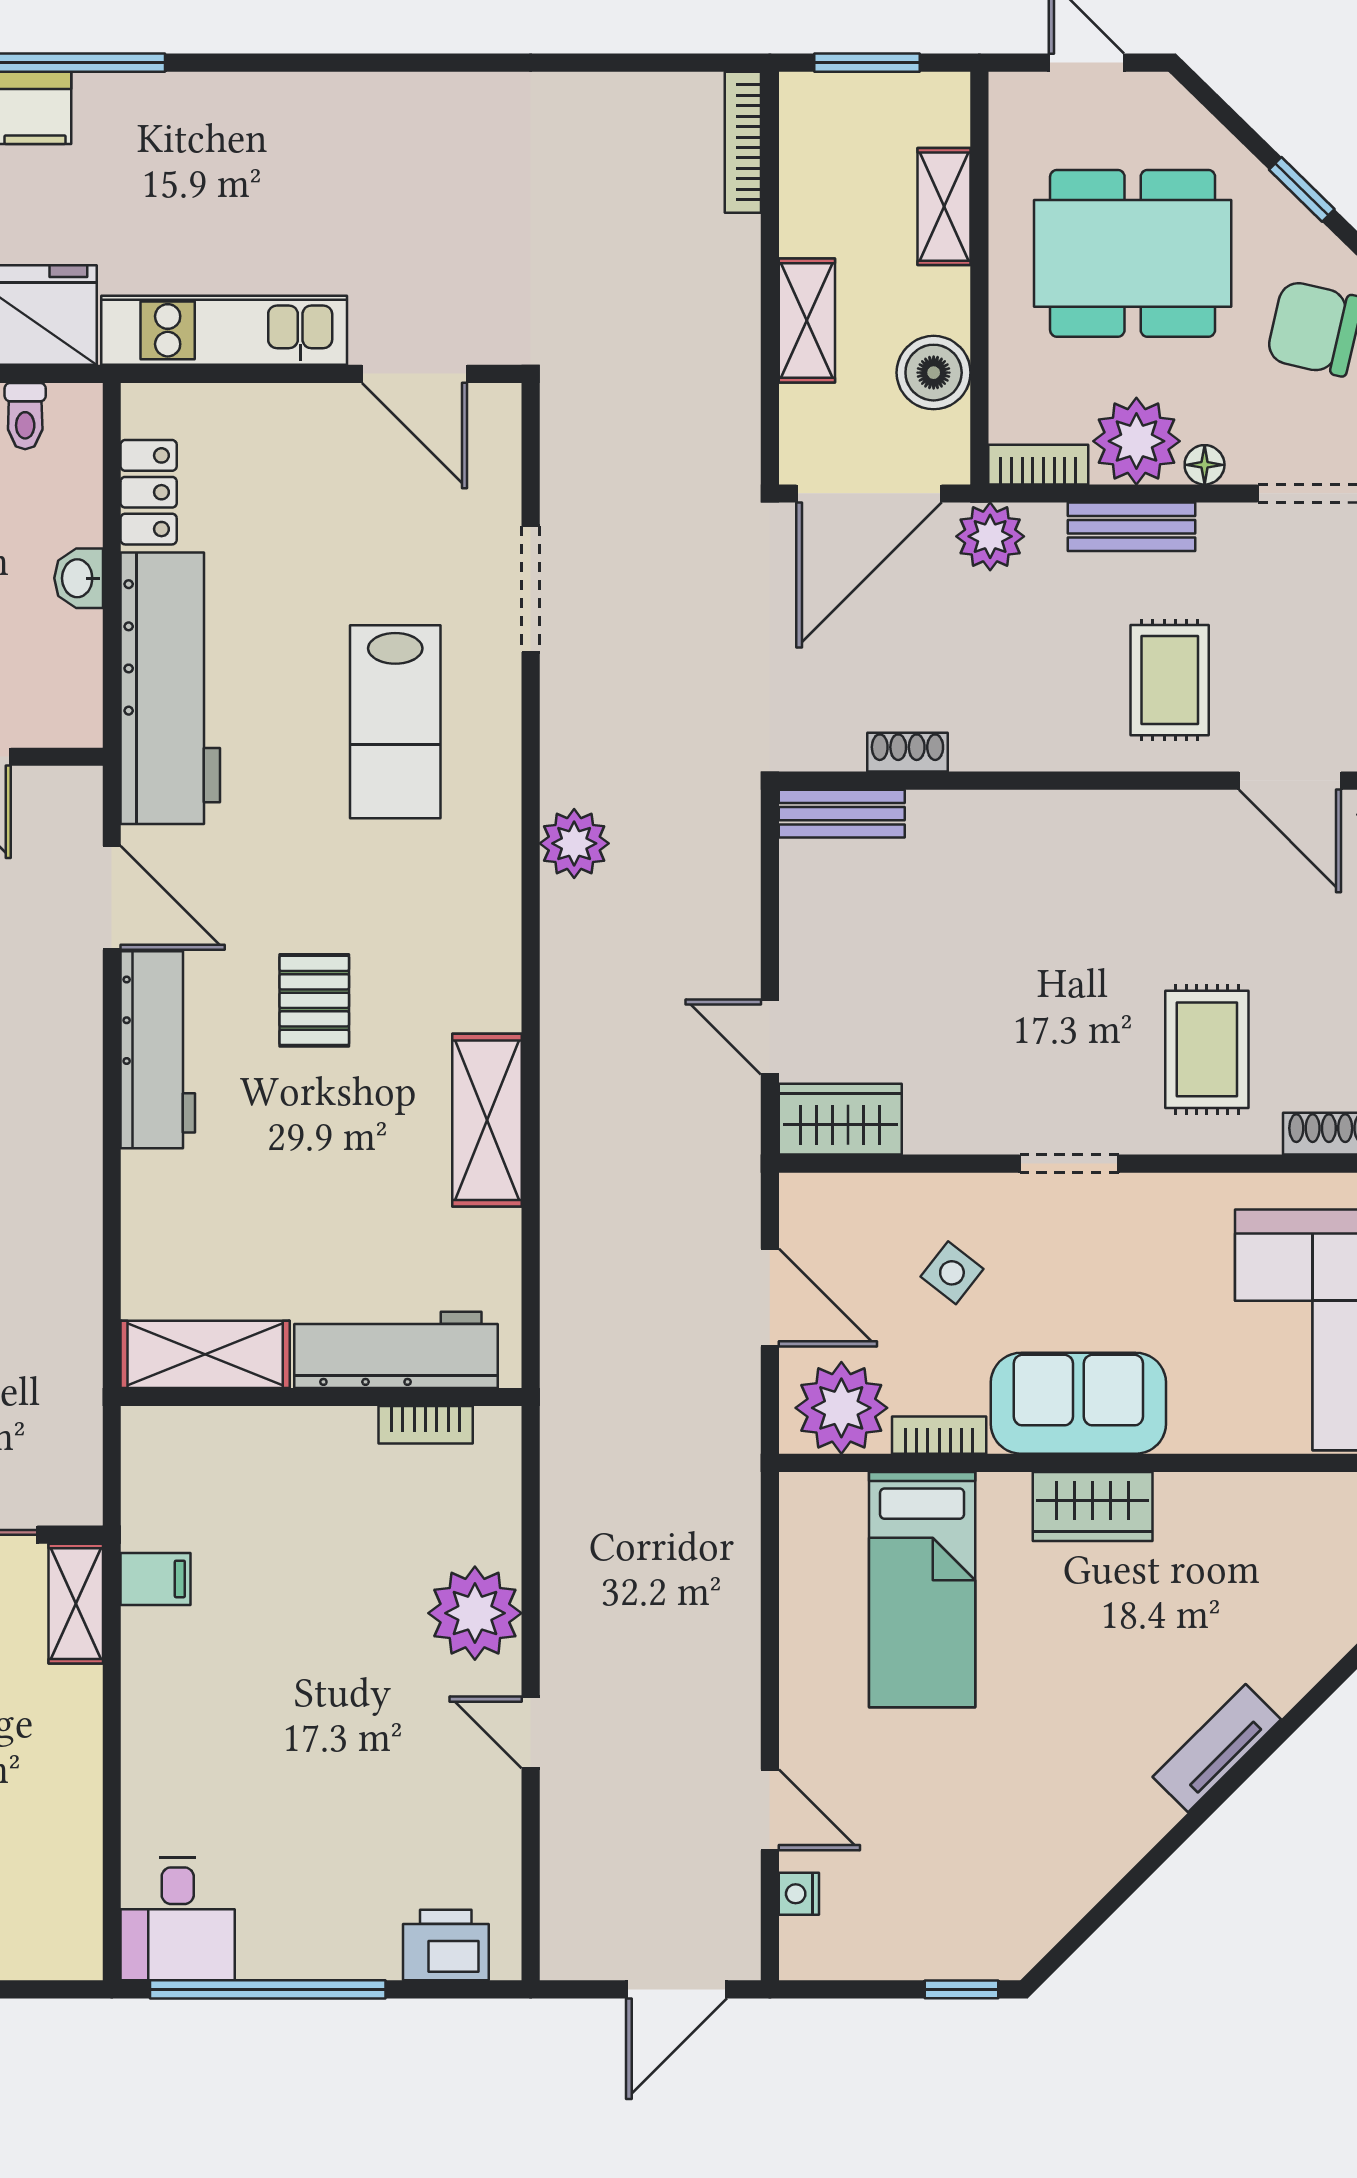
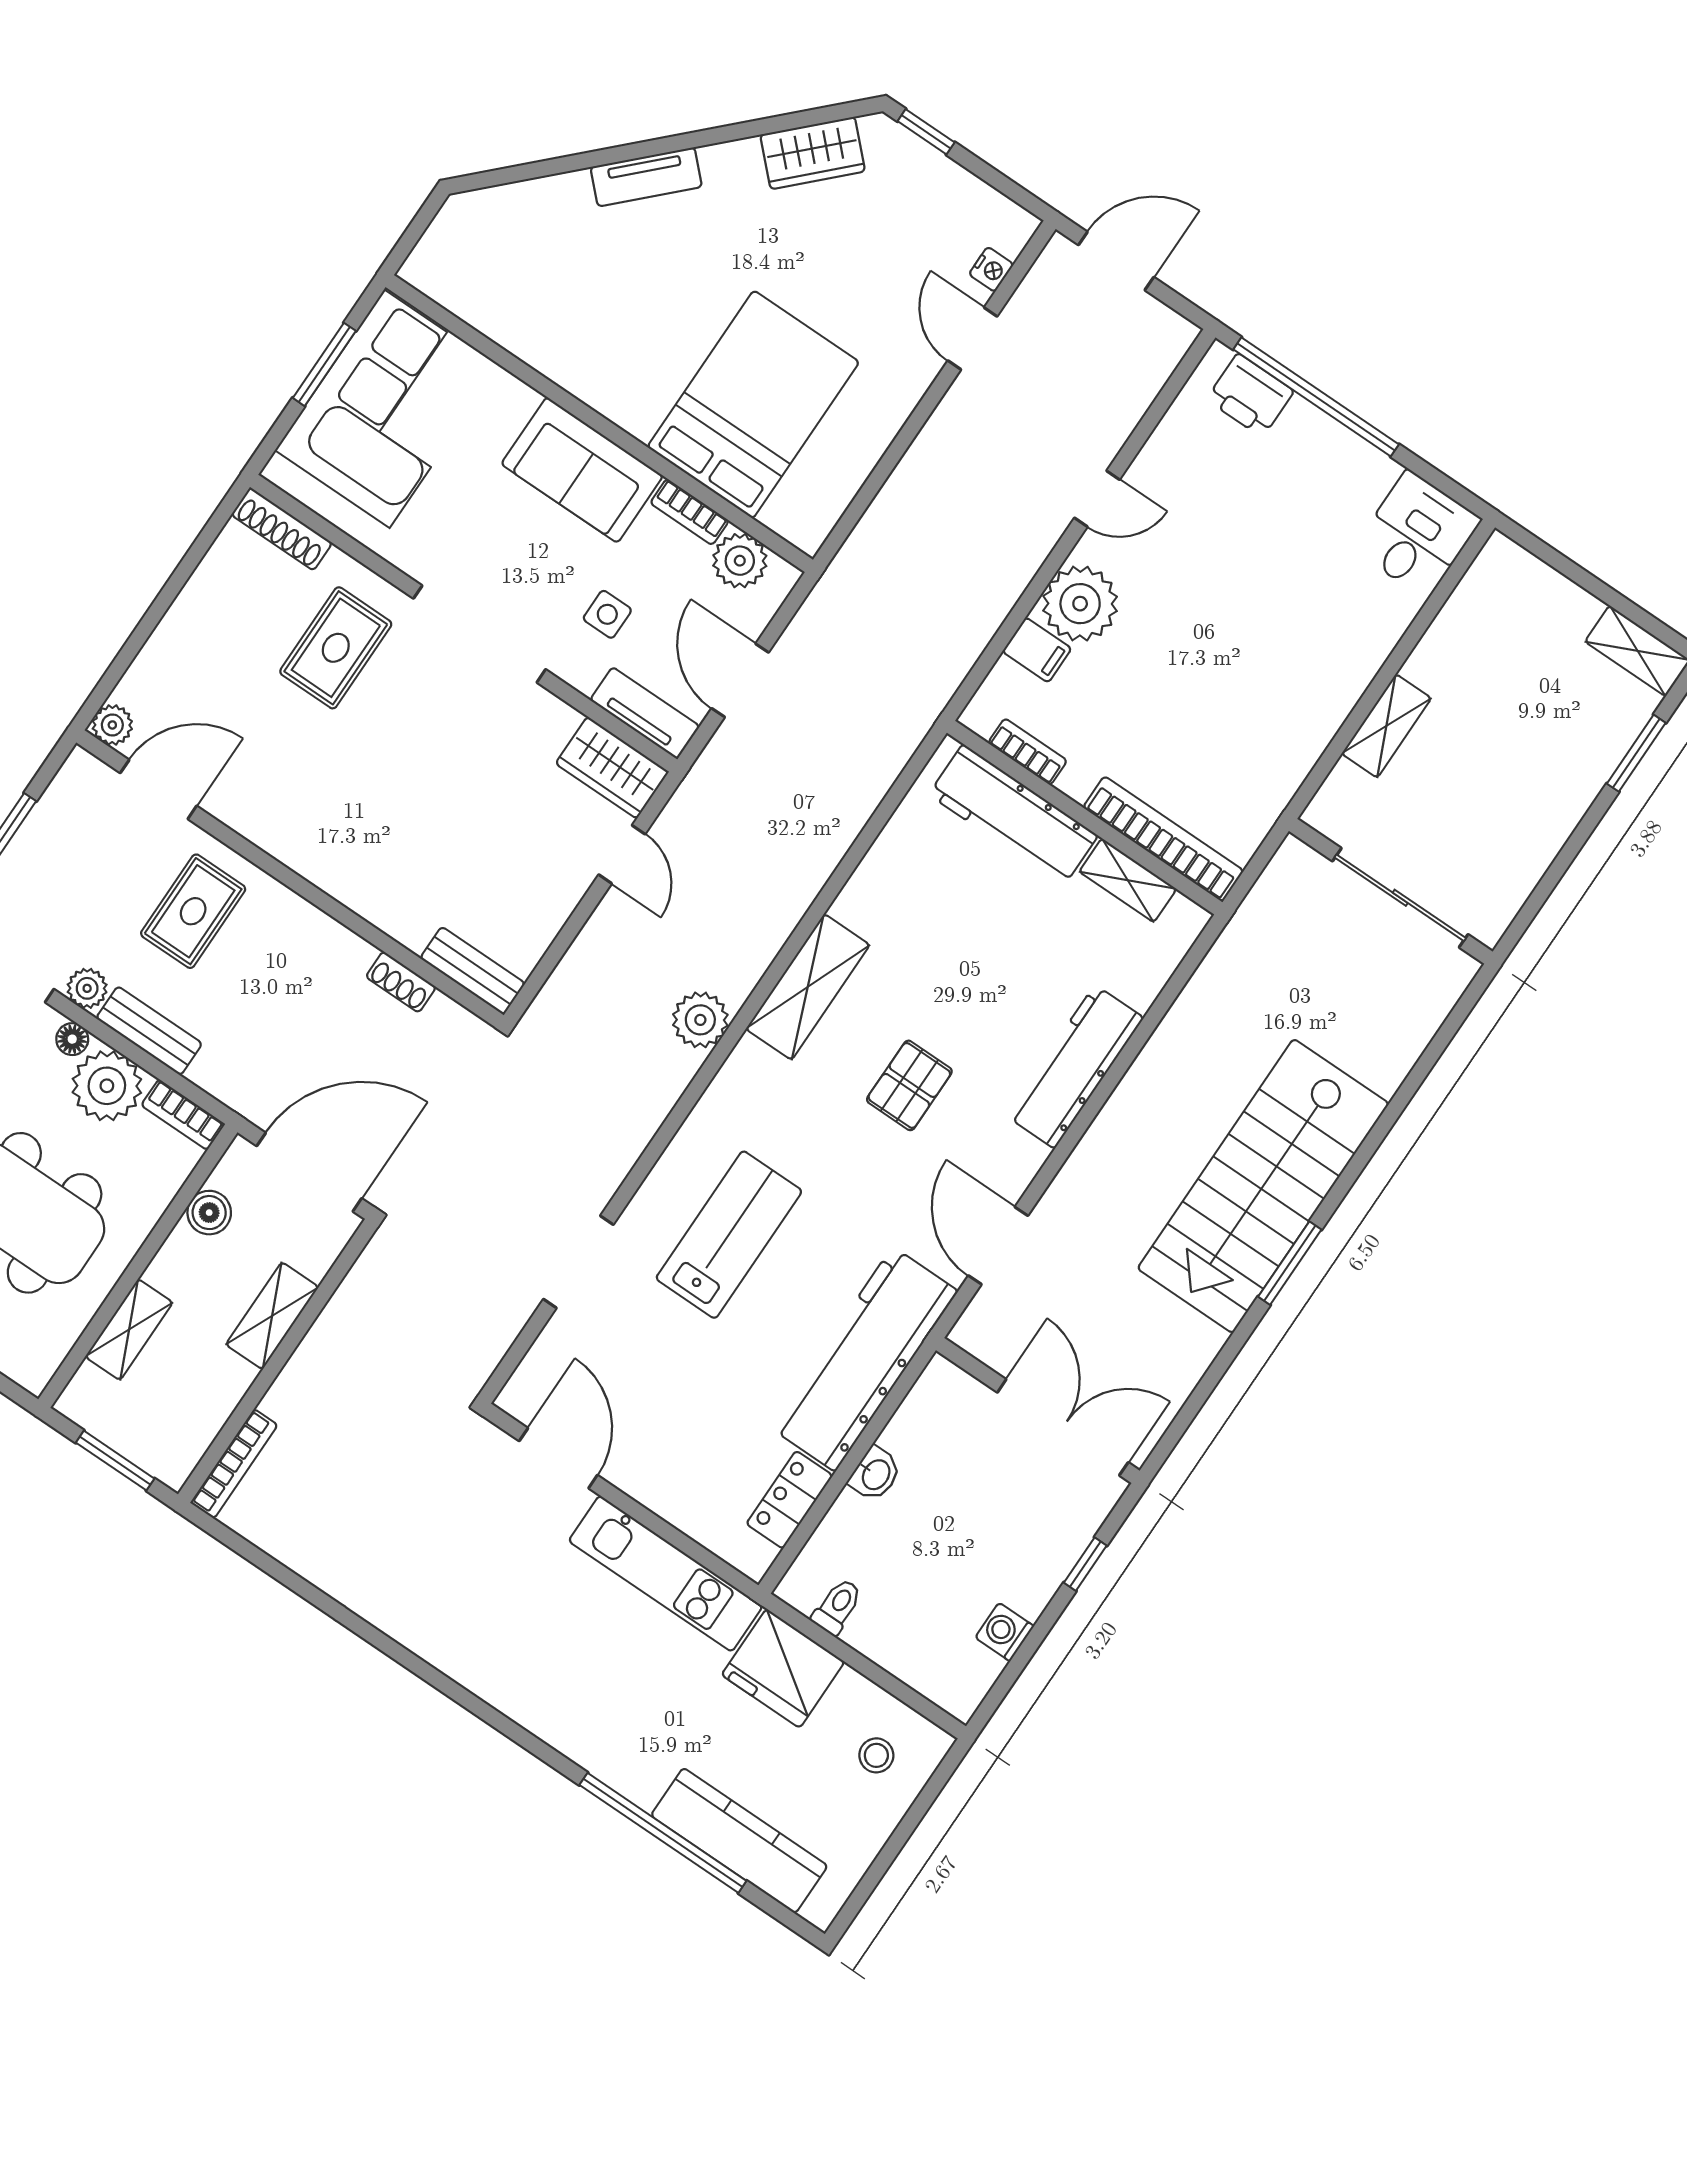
boiler: (934, 373) -> (209, 1213), width x0.73, depth x0.73
plant: (990, 536) -> (87, 988), moved, width x0.73, depth x0.73
door: (1290, 781) -> (158, 789), hinge flipped
plant: (574, 843) -> (700, 1020), moved
workbench: (158, 1050) -> (1075, 1067), moved
shelving: (487, 1120) -> (808, 987), moved
doorway: (1069, 1164) -> (480, 634), width x1.87
tv unit: (845, 1198) -> (645, 713), added
side table: (952, 1273) -> (607, 614), turned -38
shelving: (205, 1354) -> (1128, 880), width x0.67, depth x0.75
plant: (841, 1408) -> (740, 561), width x0.73, depth x0.73
bookcase: (226, 1430) -> (1163, 839), added
wardrobe: (1093, 1506) -> (813, 153), moved, turned 135
filing cabinet: (155, 1579) -> (1037, 650), moved, turned 180
bed: (922, 1590) -> (753, 404), width x1.50
shelving: (76, 1604) -> (1386, 726), moved
door: (531, 1732) -> (1097, 499), hinge flipped
window: (268, 1989) -> (1316, 397), moved

